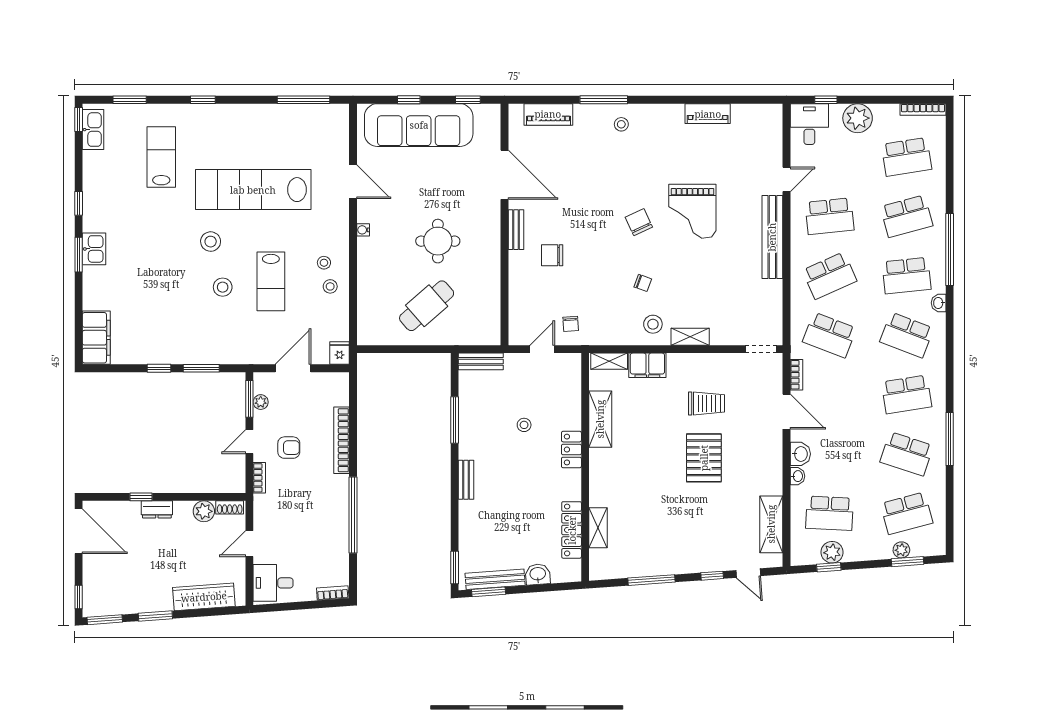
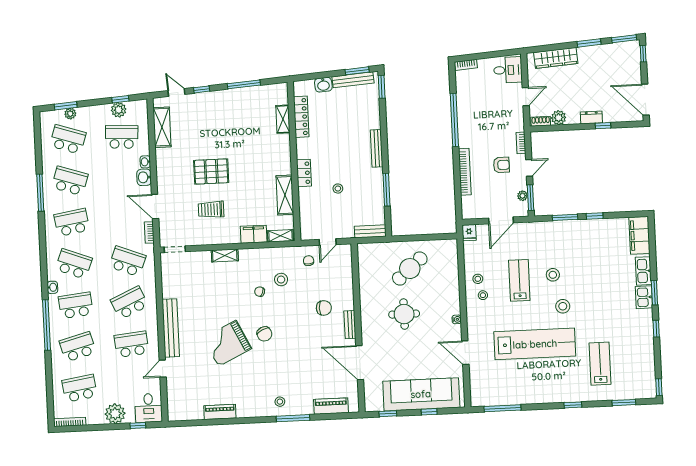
kitchen sink: (93, 130) -> (643, 271), moved
lab bench: (161, 157) -> (600, 364), turned 180
grand piano: (692, 211) -> (227, 343), turned -116
stool: (653, 324) -> (281, 280), moved
armchair: (289, 448) -> (501, 165), turned 180
pallet: (704, 458) -> (211, 171), turned 90
bench: (466, 480) -> (377, 148), width x1.36
school desk: (907, 513) -> (68, 139), turned 33

